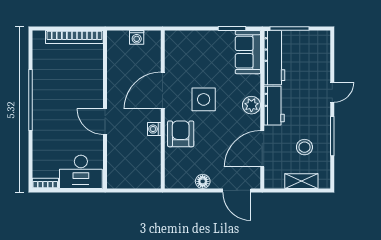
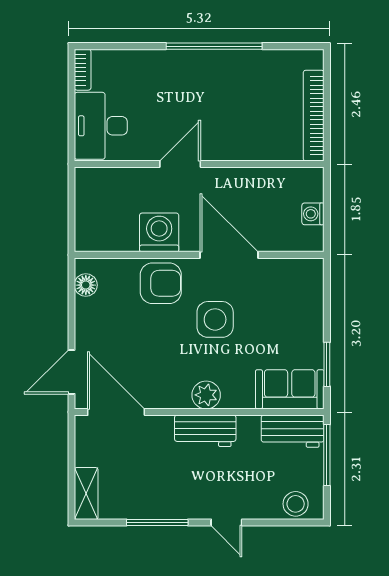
workbench: (274, 58) -> (293, 431), width x0.73
washing machine: (154, 129) -> (159, 232), width x1.89, depth x1.89
stool: (304, 147) -> (296, 504), moved
door: (262, 149) -> (116, 412), moved
floor lamp: (203, 181) -> (86, 285), moved
shelving: (301, 181) -> (86, 494), moved

